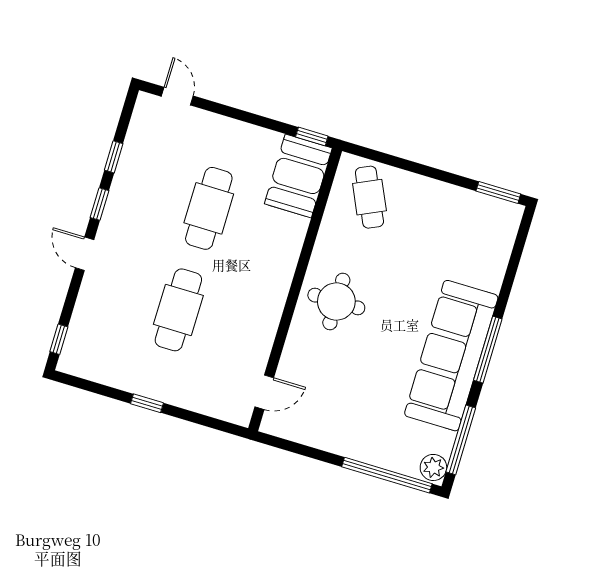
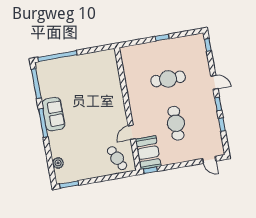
round table: (336, 302) -> (110, 112), removed
cafe table: (178, 310) -> (168, 79), turned 90
sofa: (451, 356) -> (53, 114), width x0.54, depth x0.79
door: (264, 392) -> (132, 132), moved
plant: (433, 467) -> (58, 163), moved

